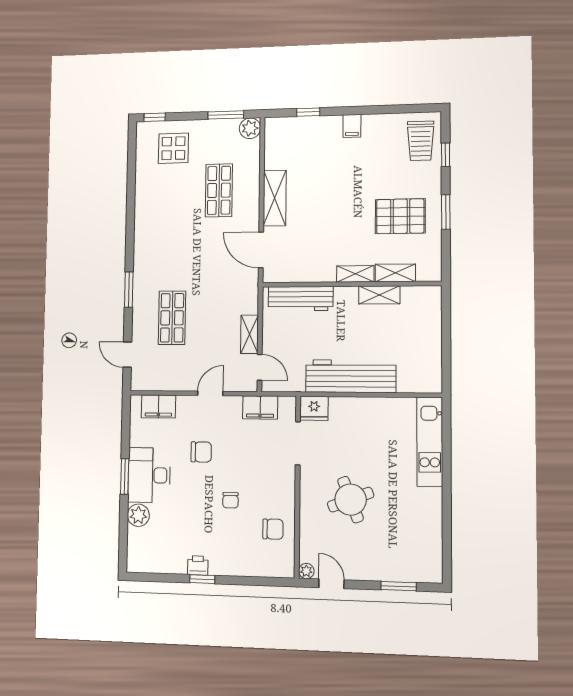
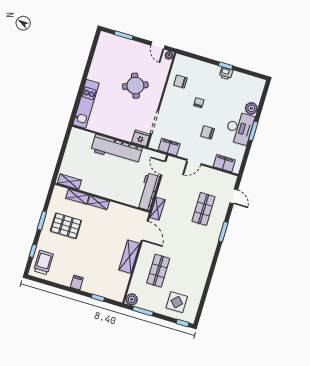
shelving: (379, 295) -> (69, 182), moved
workbench: (301, 299) -> (148, 192), moved, turned -90
shelving: (249, 334) -> (158, 209), moved

